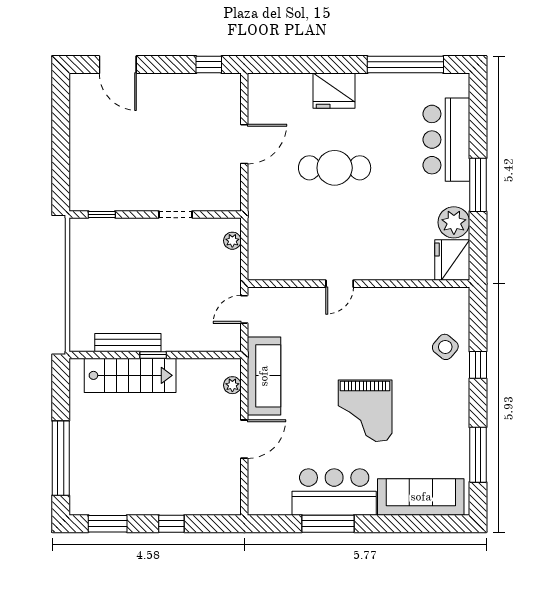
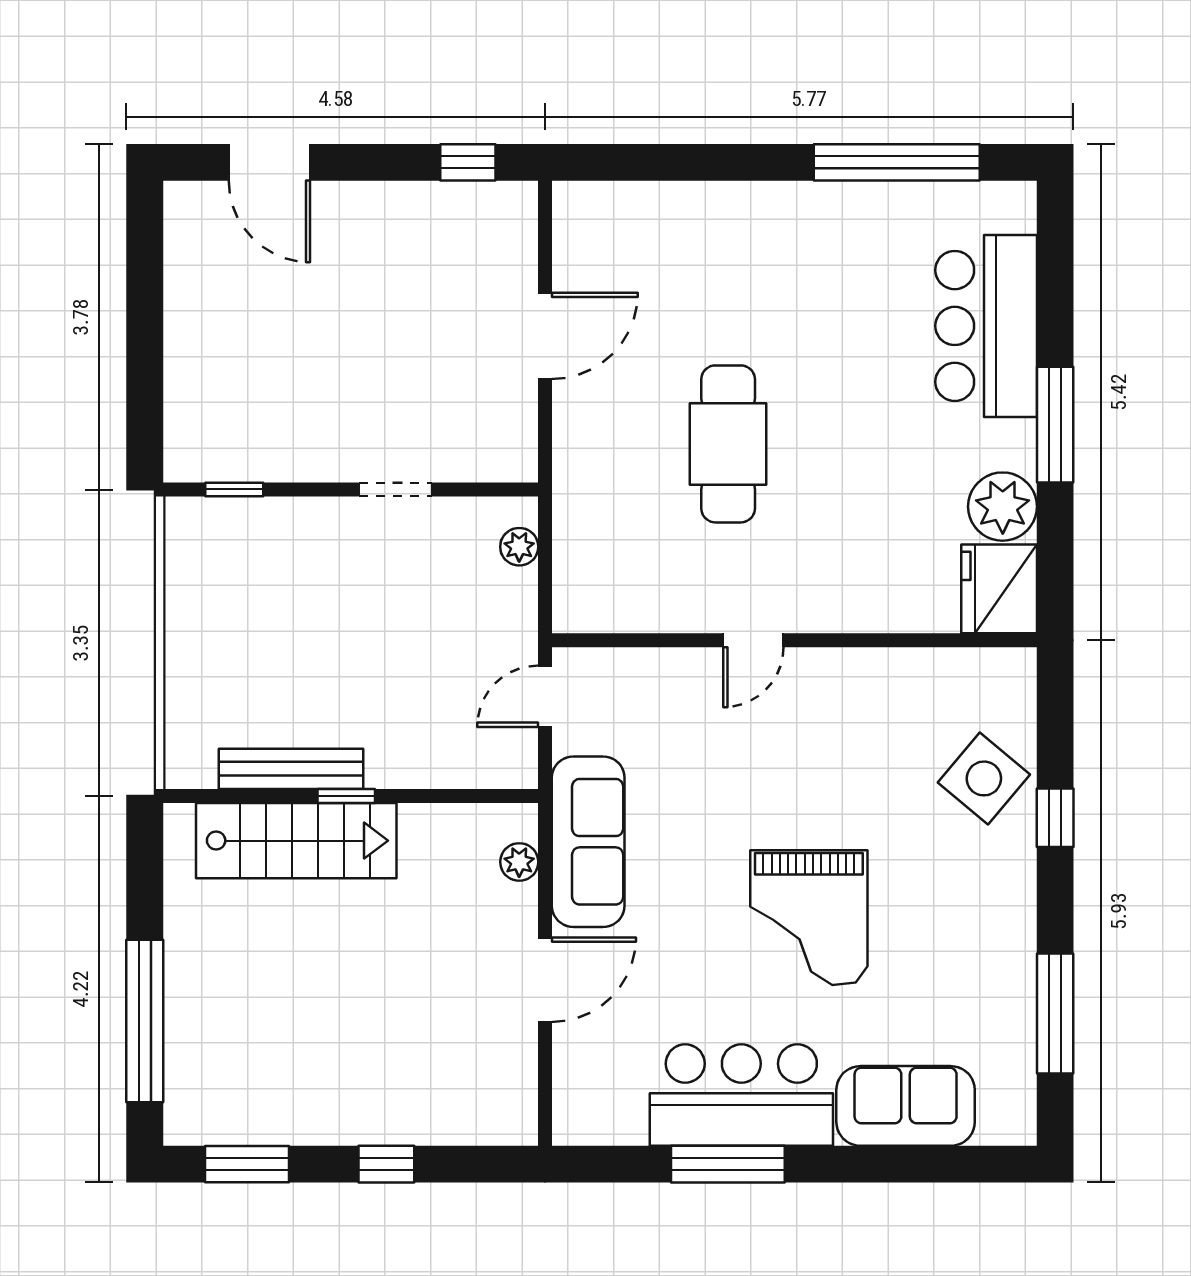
fridge: (334, 91) -> (741, 219), removed
cafe table: (335, 168) -> (728, 444), moved, turned 90
side table: (445, 347) -> (984, 778), width x1.37, depth x1.37
sofa: (421, 497) -> (906, 1106), width x0.73

